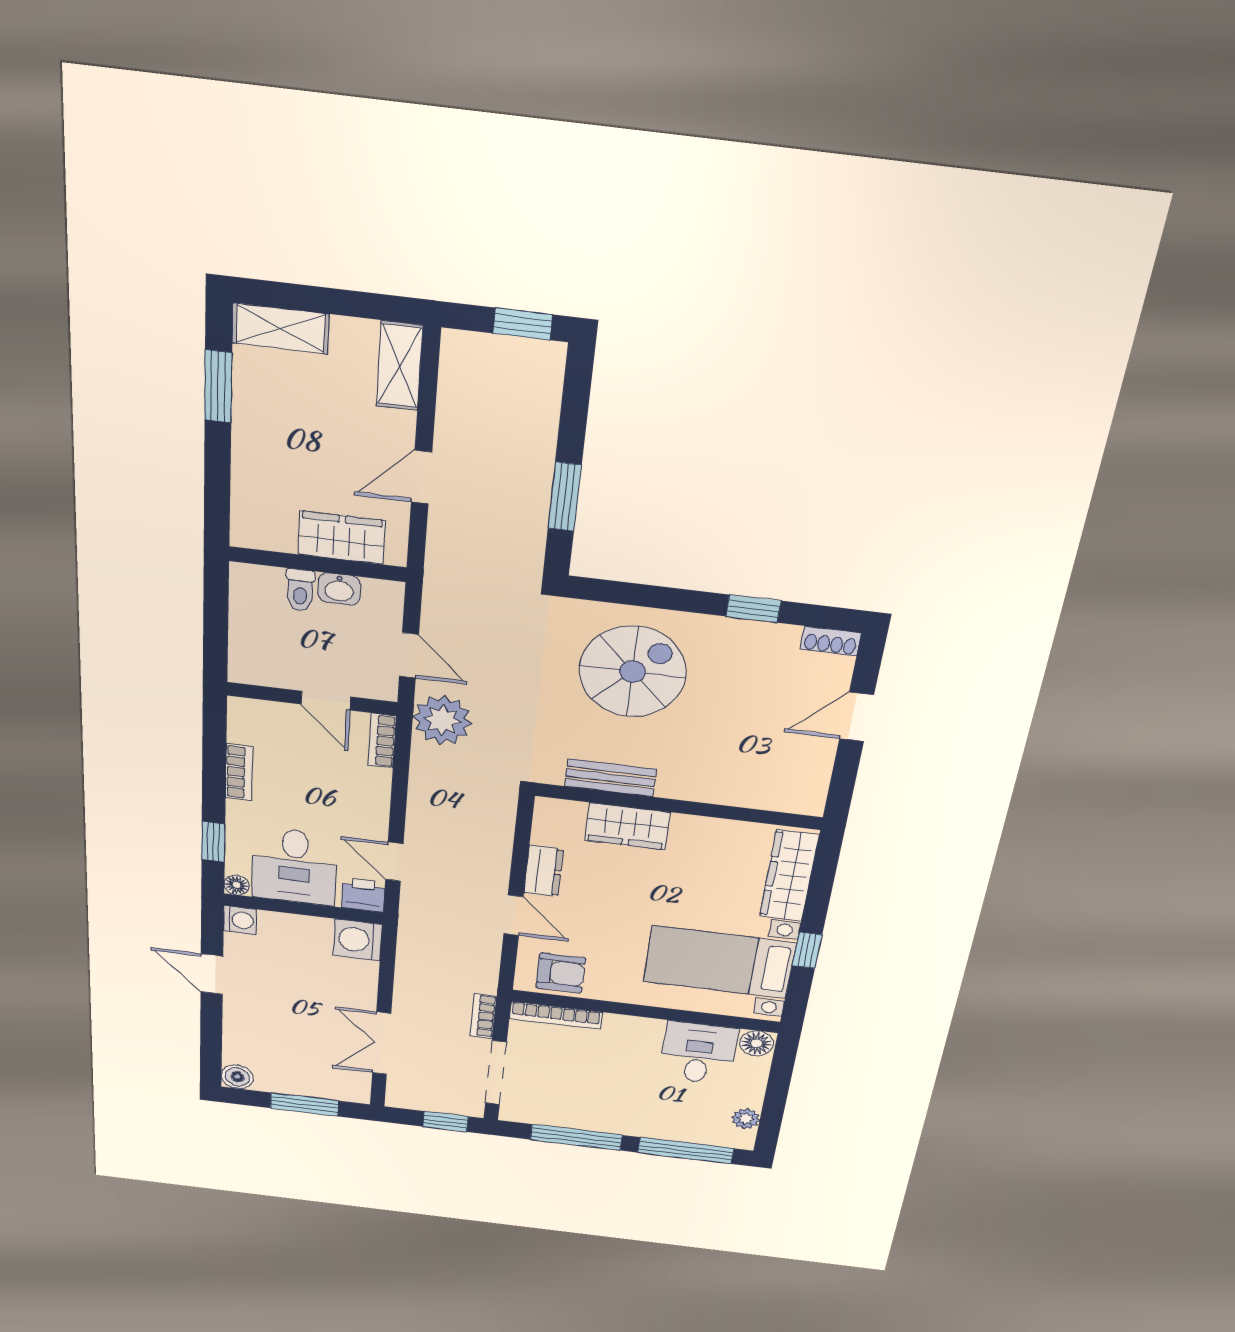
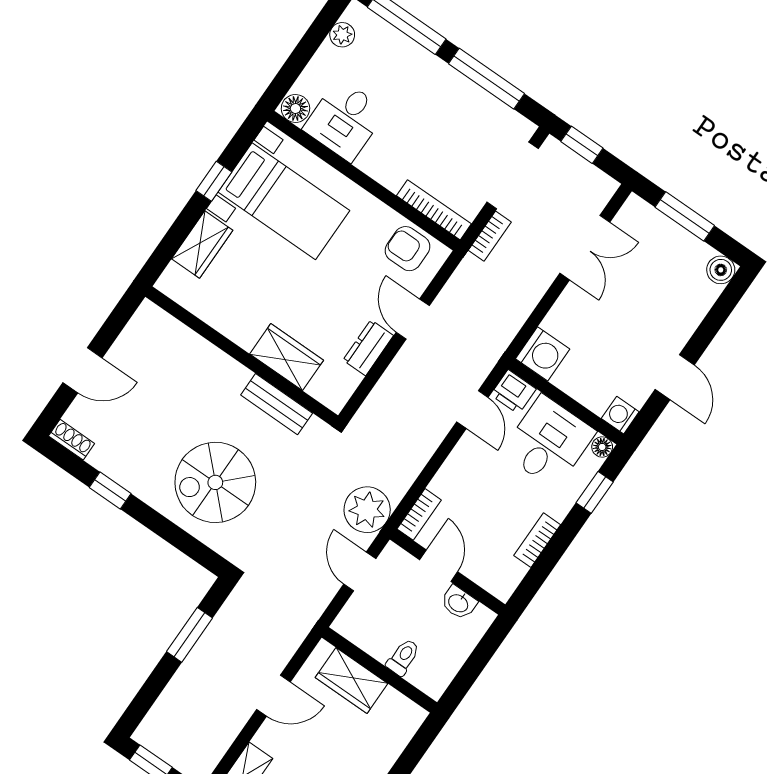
washbasin: (339, 589) -> (459, 603), moved, turned 180
wardrobe: (789, 876) -> (202, 244), width x0.67

